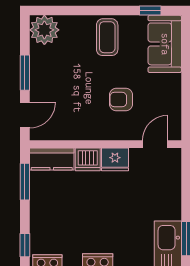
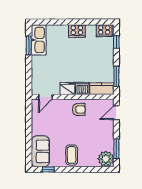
window: (25, 73) -> (116, 149), moved
armchair: (121, 100) -> (79, 110), moved

